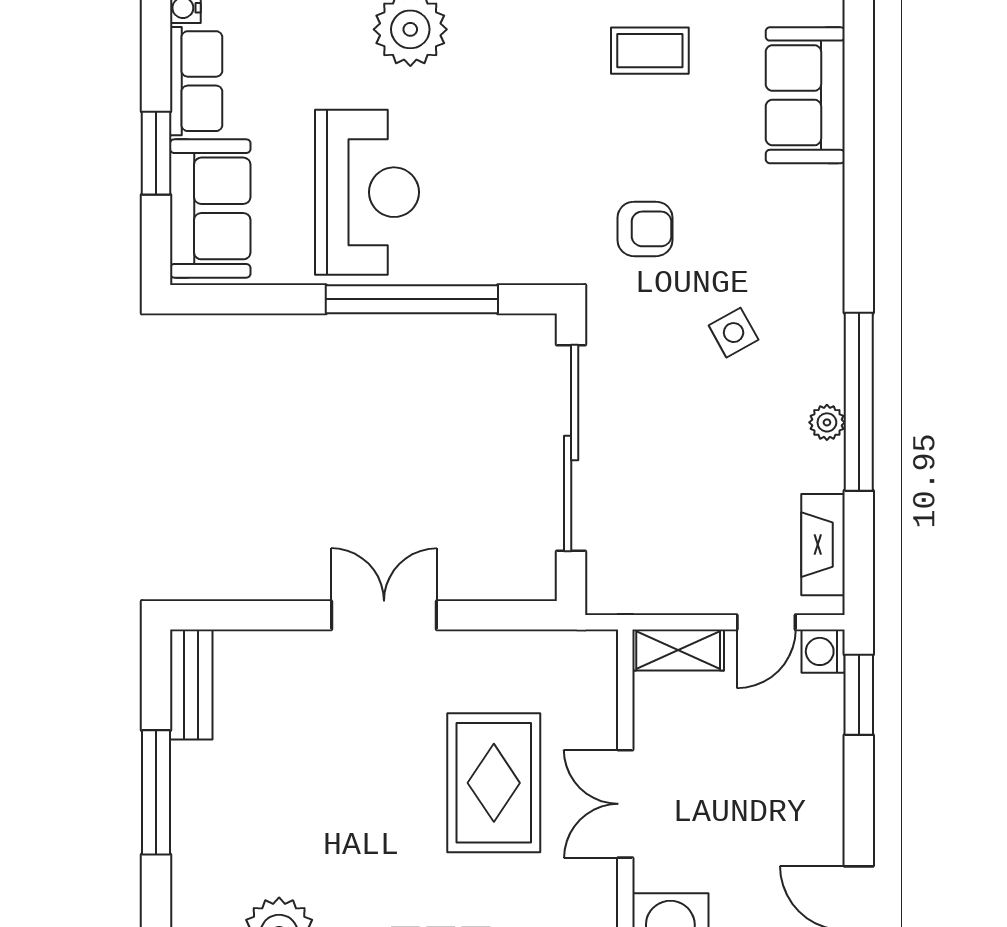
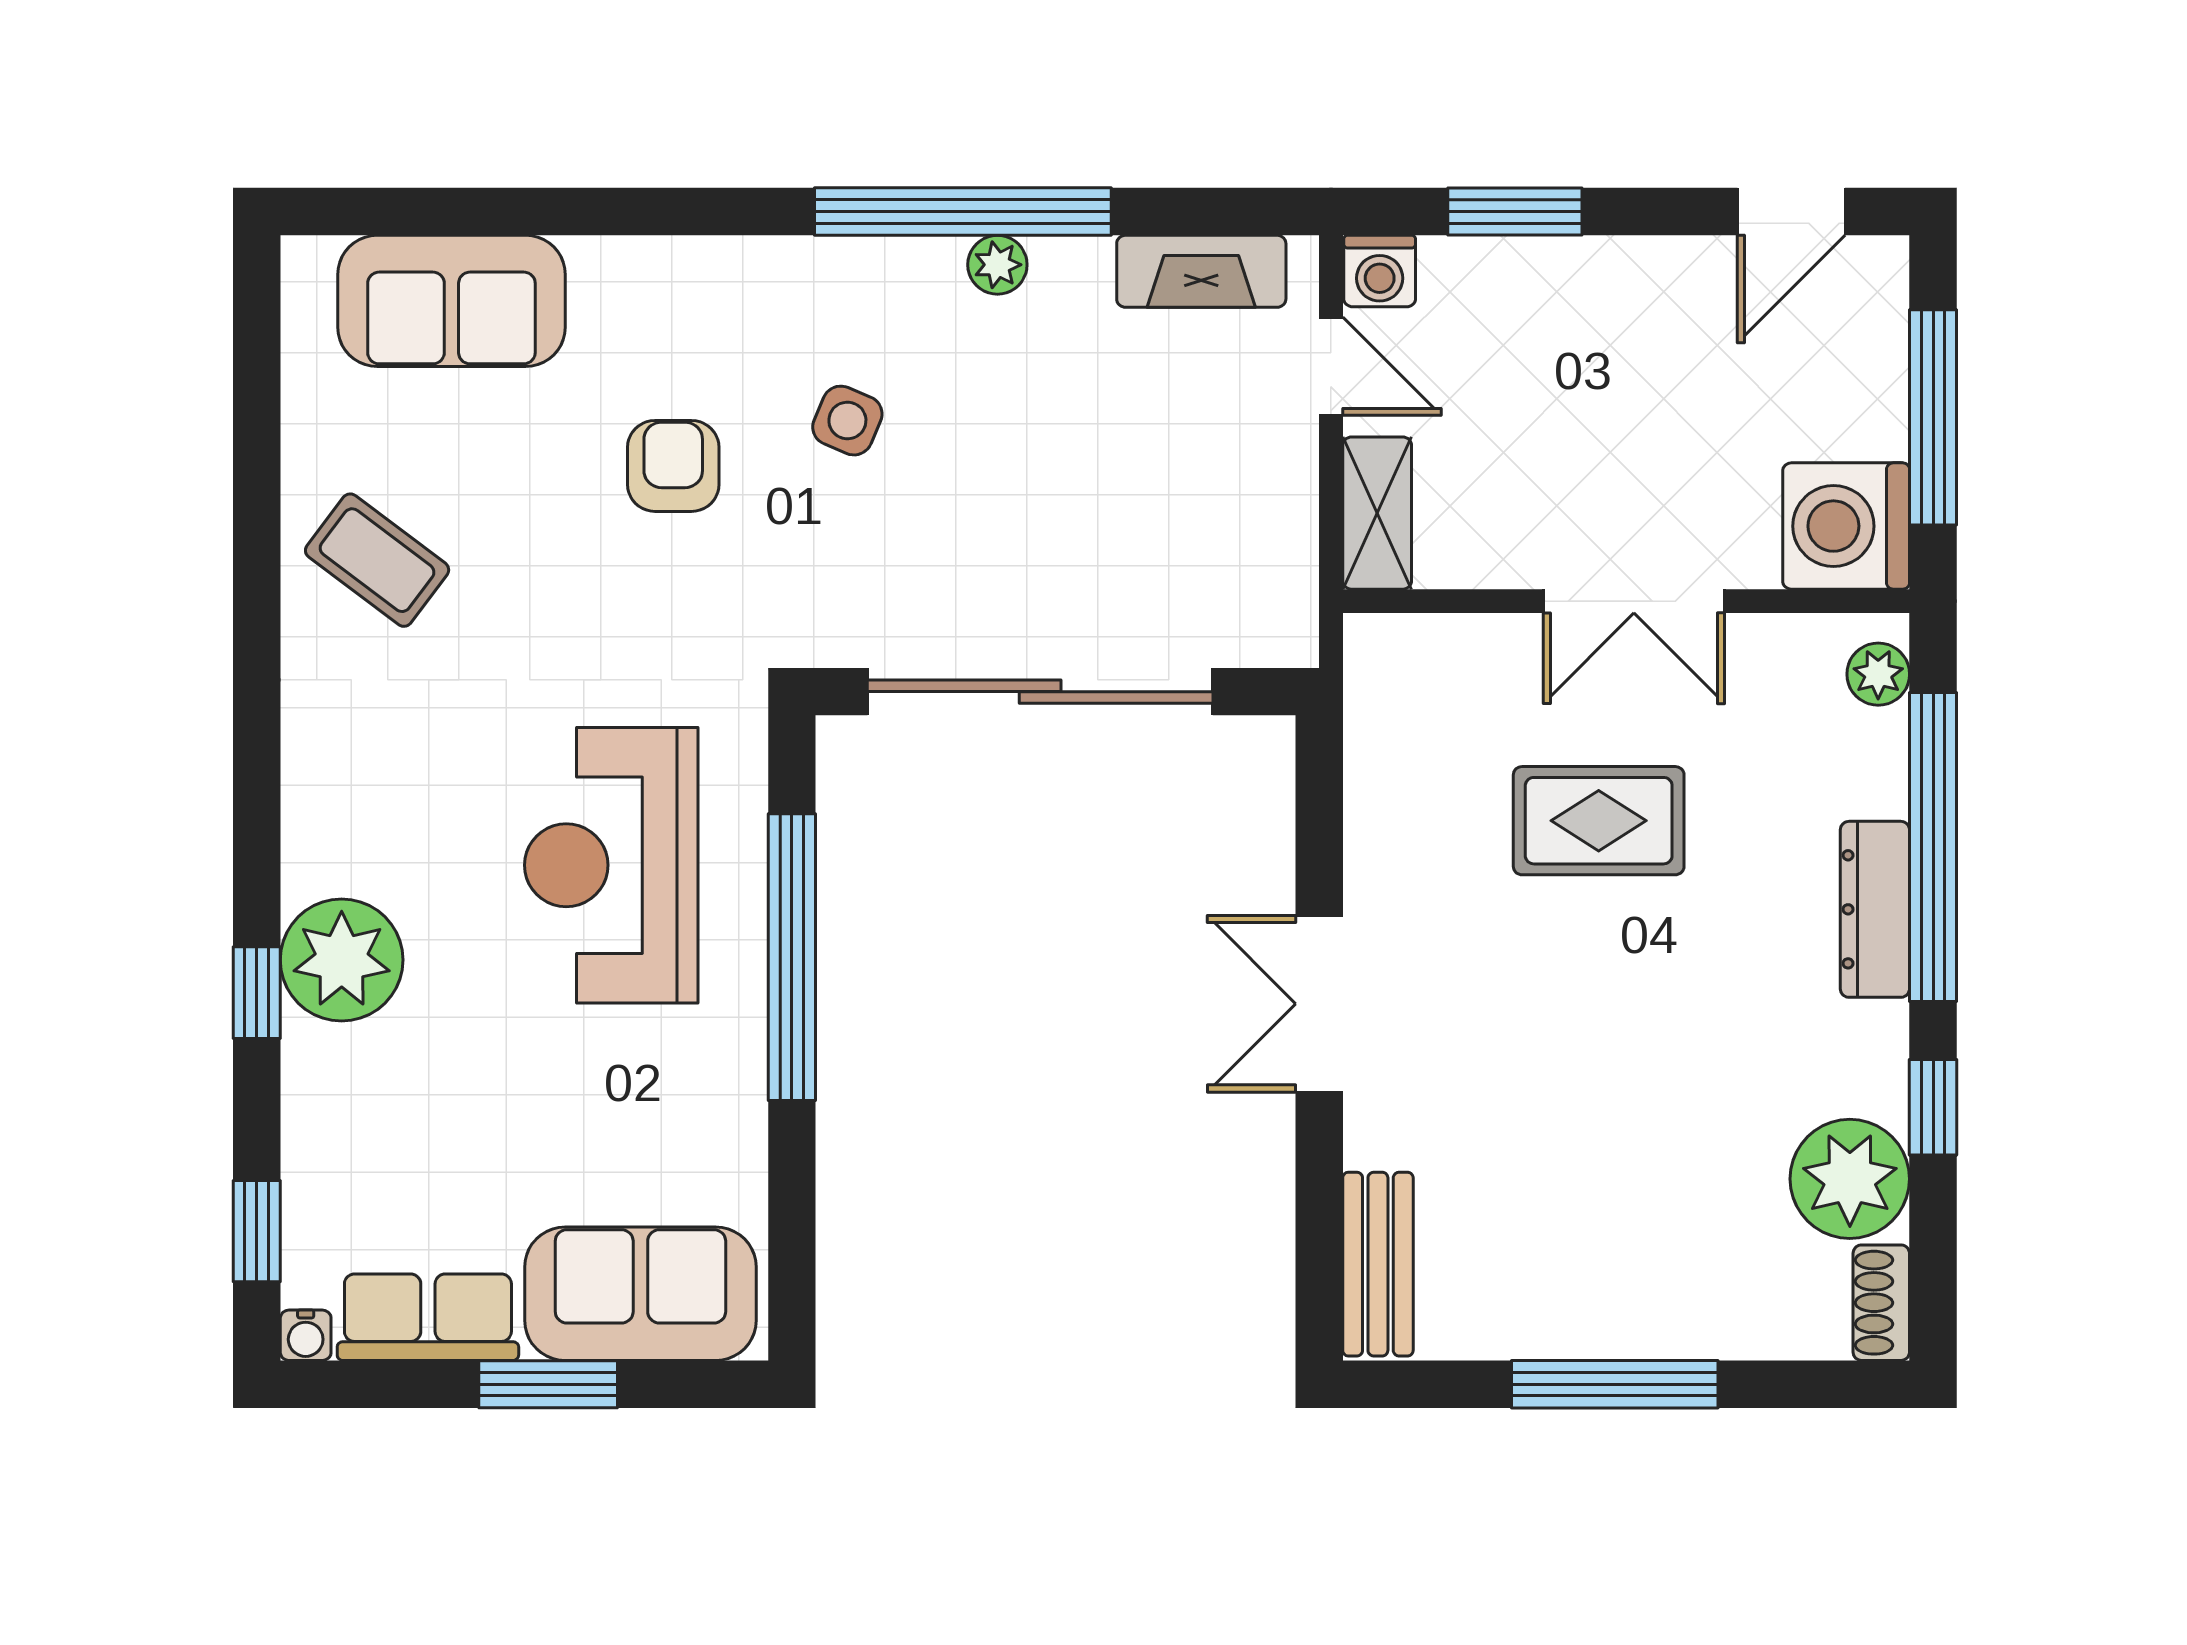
coffee table: (650, 51) -> (377, 560), turned -53
reception desk: (367, 192) -> (611, 865), moved, turned -90
armchair: (645, 229) -> (673, 466), moved
side table: (734, 333) -> (847, 421), turned -38
bench: (191, 685) -> (1378, 1264), moved, turned 90
window: (859, 695) -> (1515, 212), moved
rug: (494, 783) -> (1599, 821), width x0.73, depth x0.70

